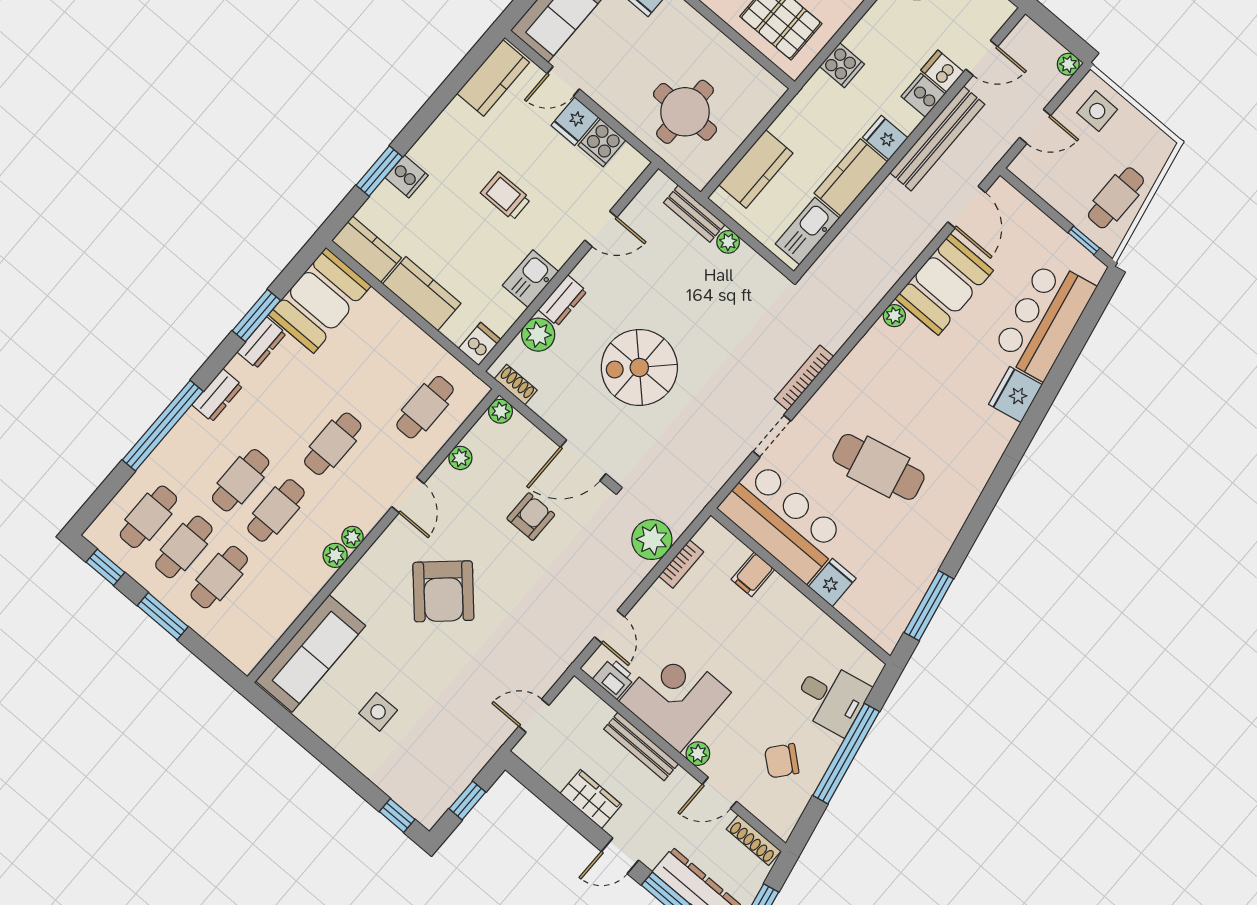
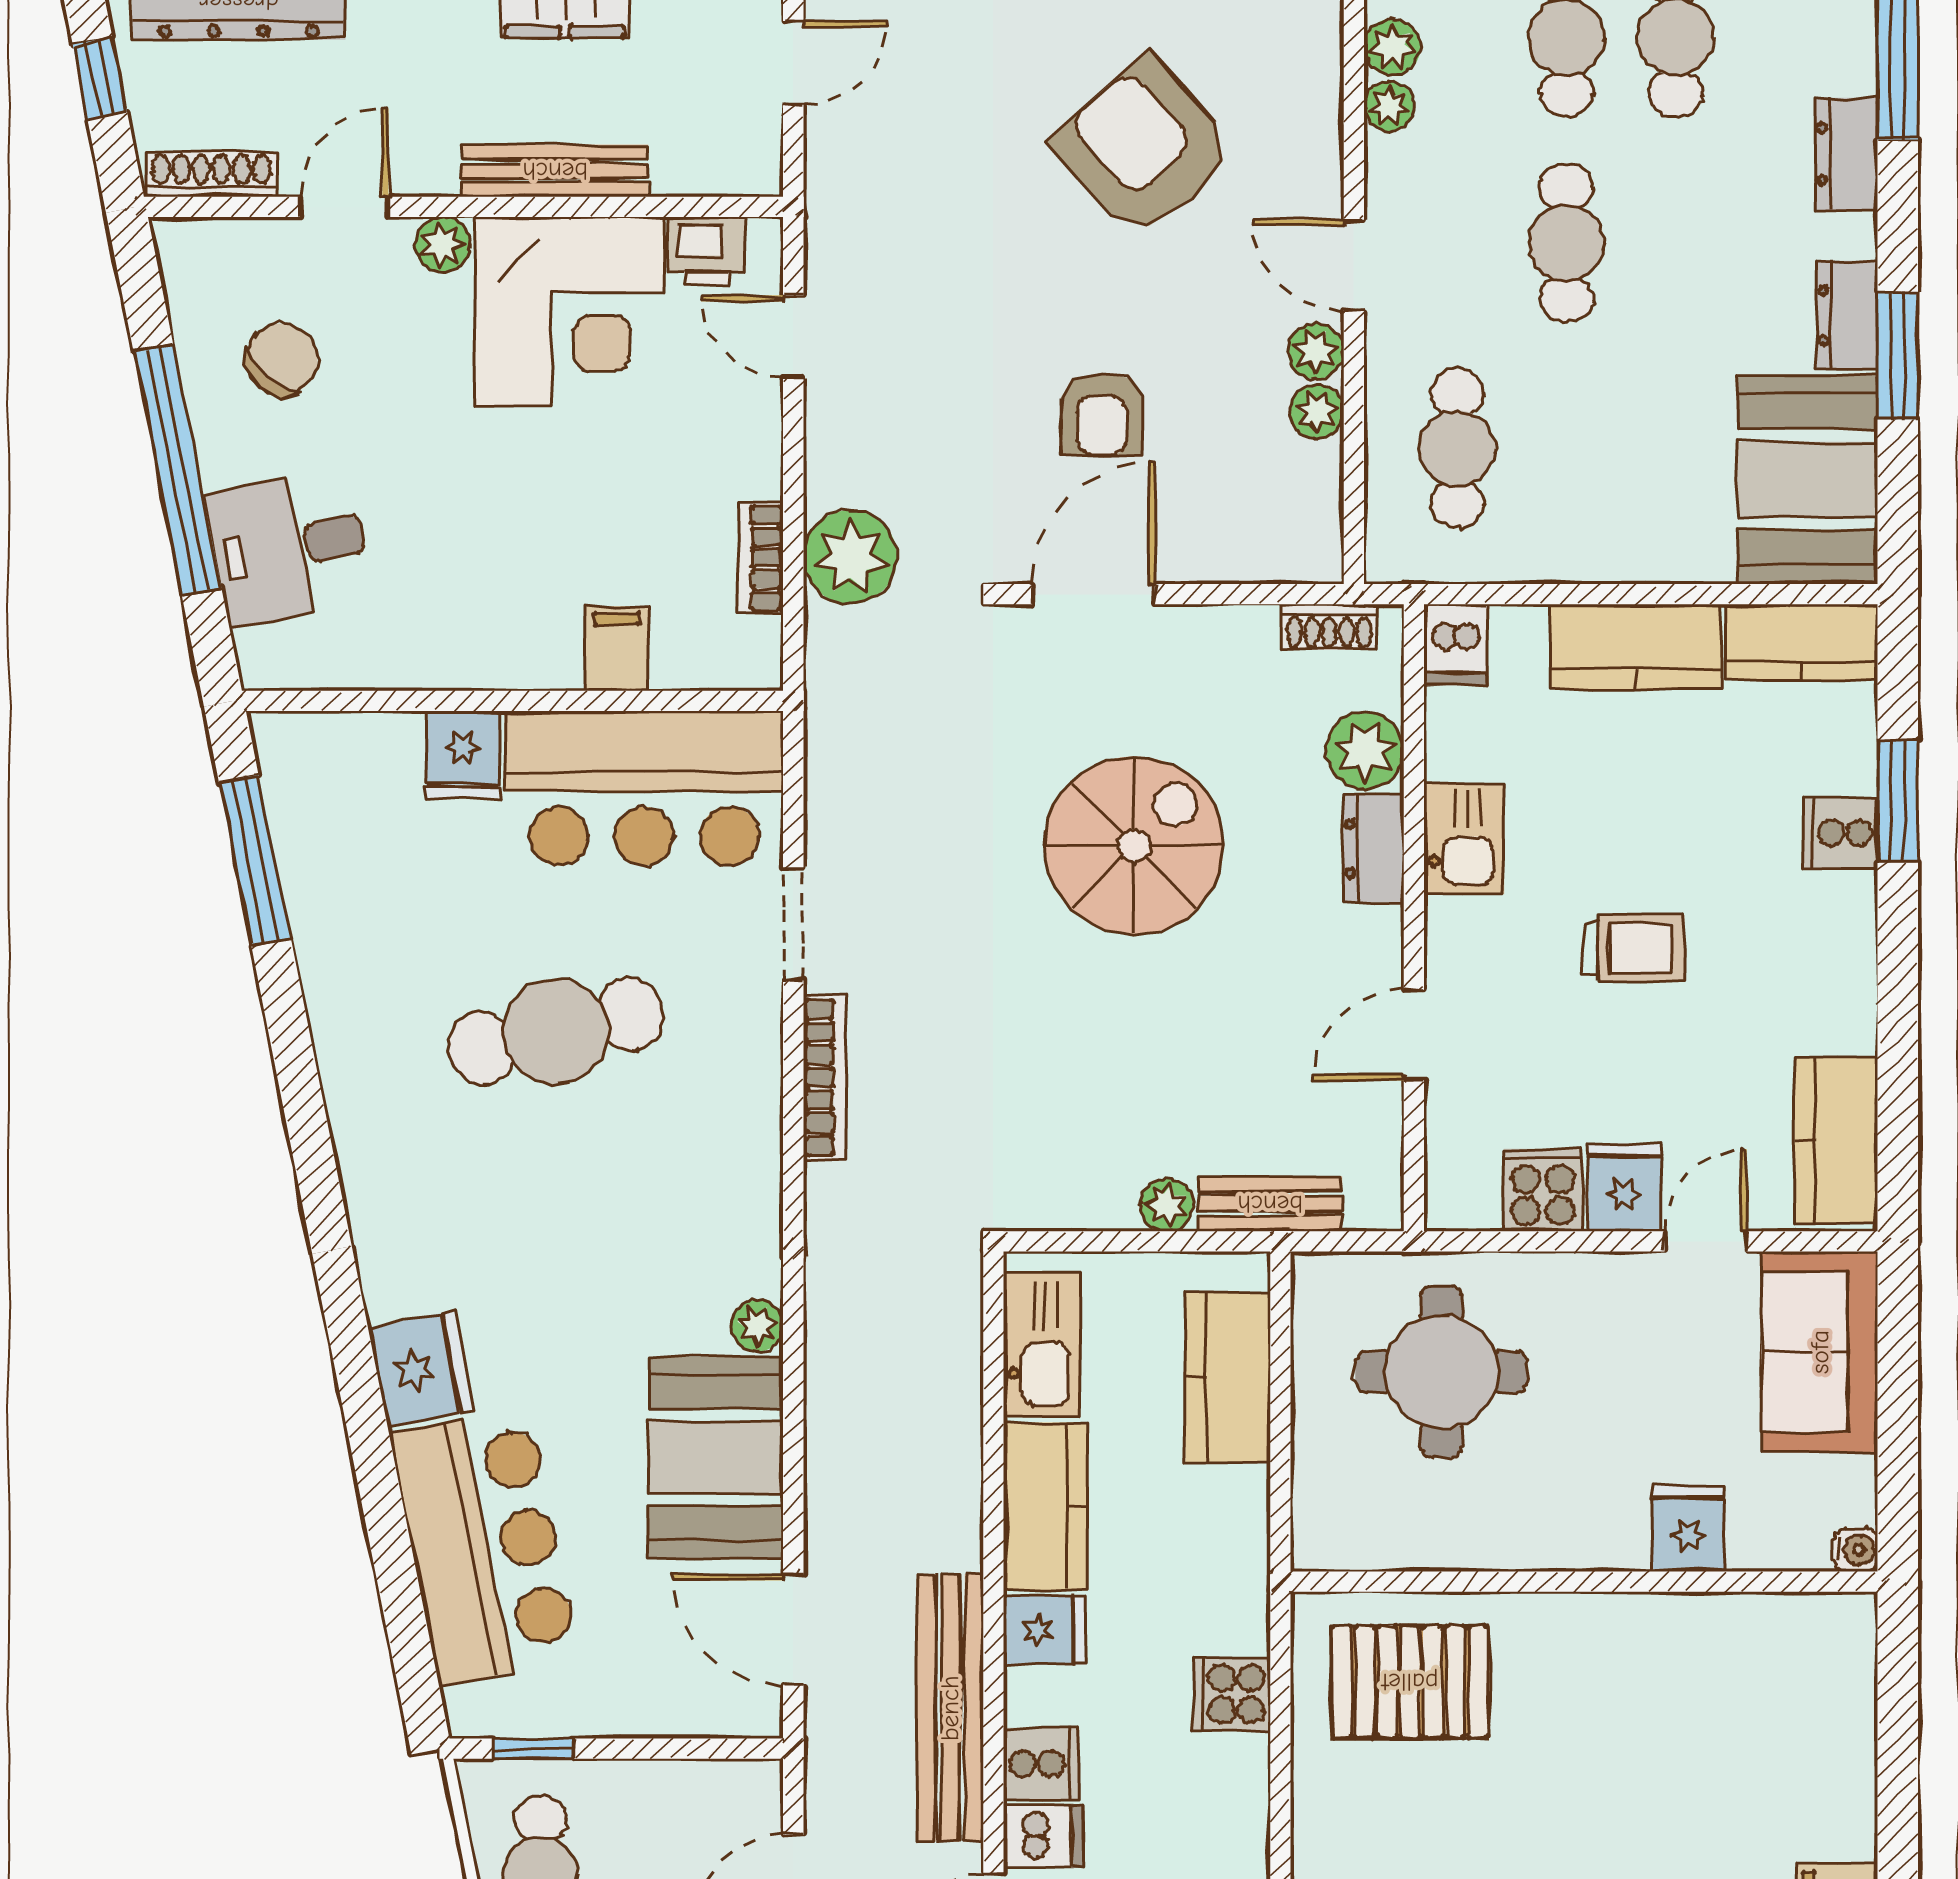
plant: (500, 411) -> (1316, 351), moved

